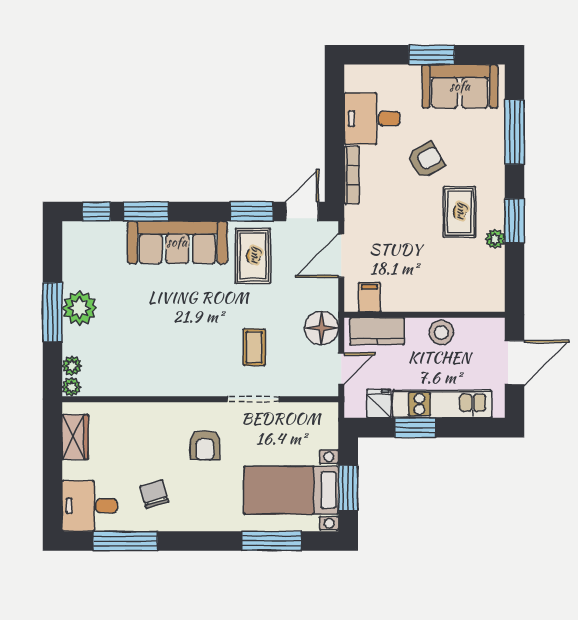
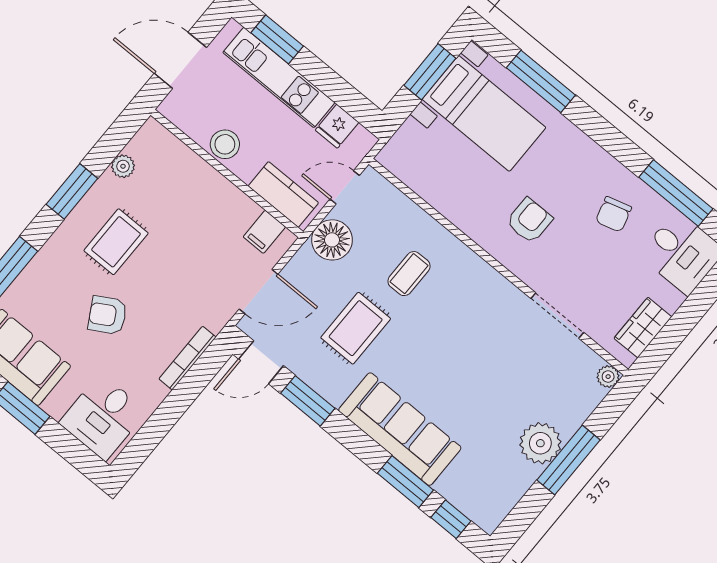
desk: (372, 119) -> (103, 417), moved, turned 90
plant: (495, 239) -> (123, 166), moved
rug: (253, 256) -> (356, 328), moved
plant: (72, 366) -> (591, 396), removed
doorway: (253, 399) -> (557, 315), moved
window: (415, 428) -> (277, 39), moved

